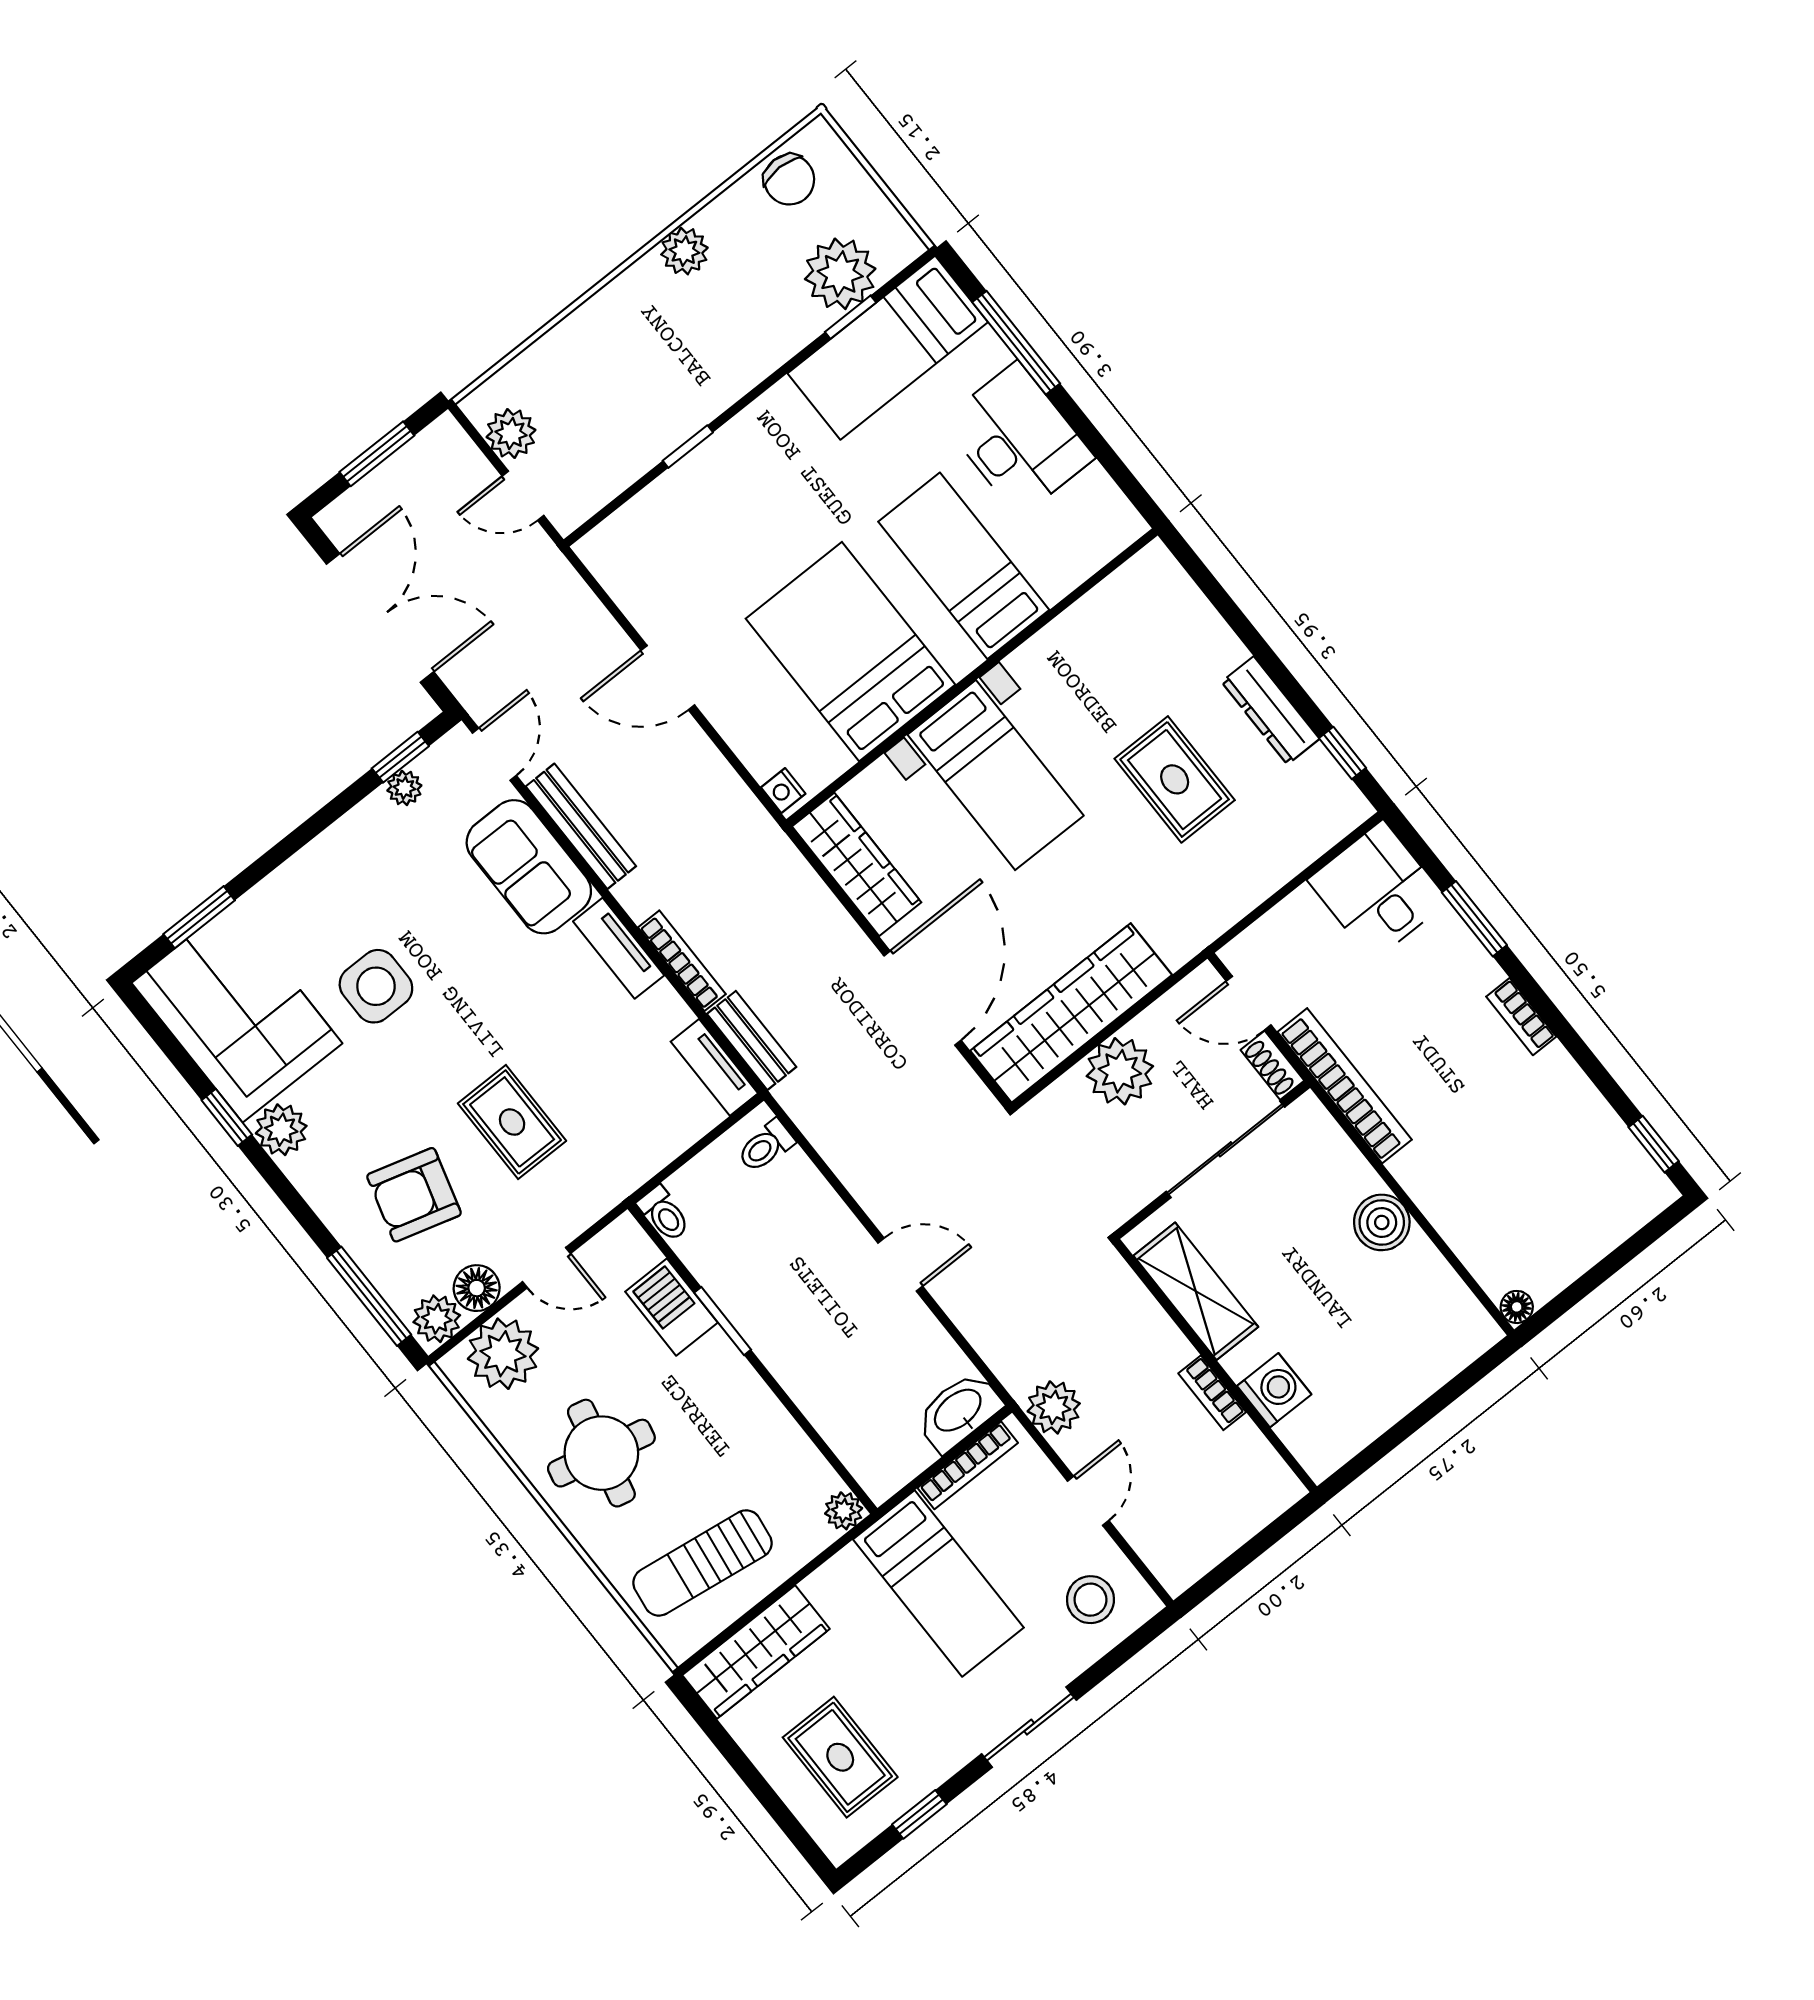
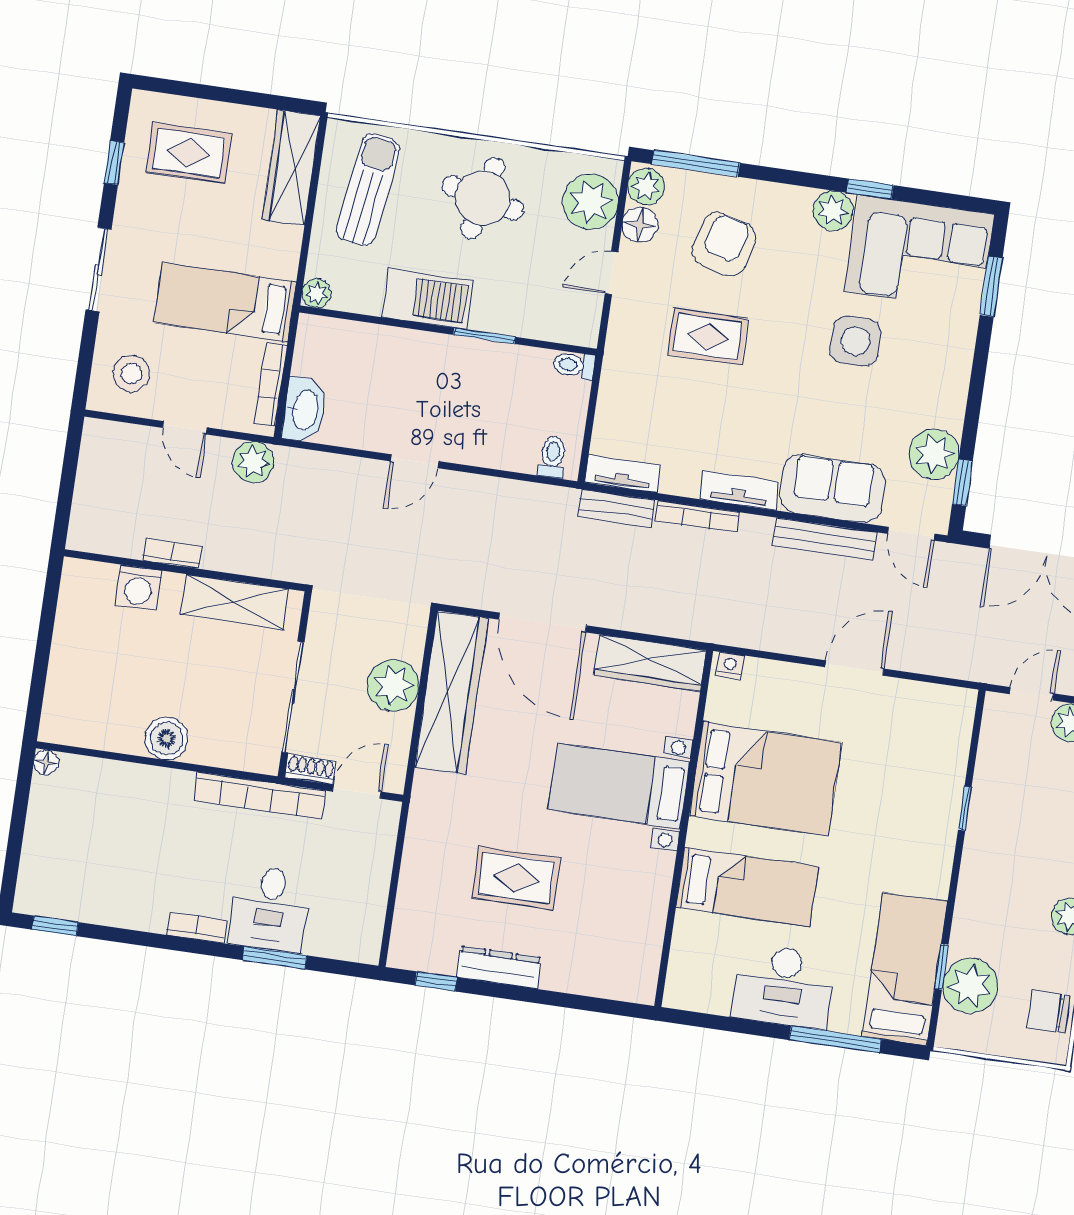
plant: (404, 788) -> (934, 454), width x1.88, depth x1.88
desk: (1378, 891) -> (270, 909), moved, turned 90
barbecue: (672, 1307) -> (427, 299), moved, width x1.37, depth x1.21

